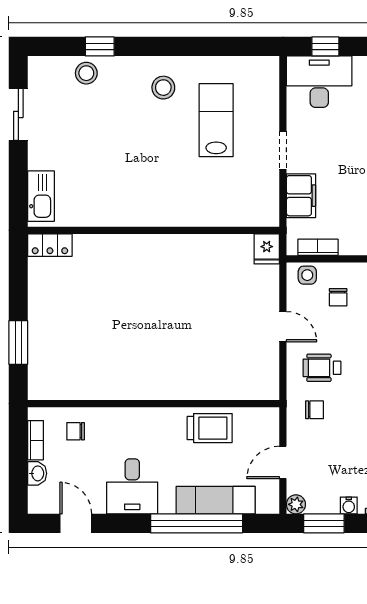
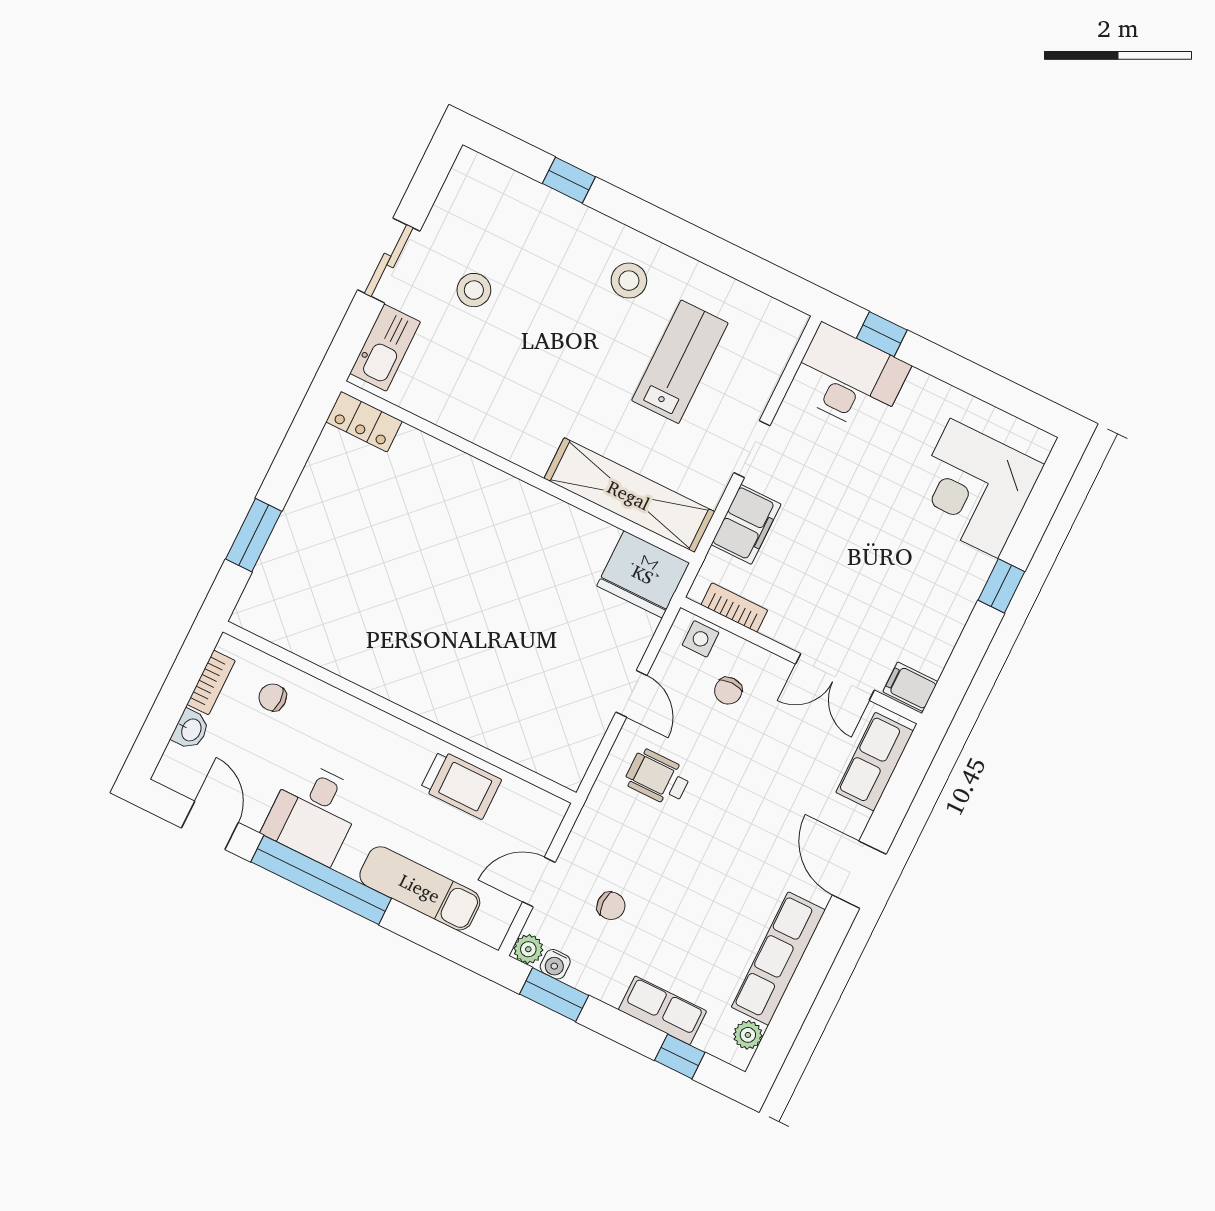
stool: (86, 73) -> (474, 290), moved
sliding door: (18, 114) -> (389, 261), moved
shelving: (225, 212) -> (629, 495), added
fridge: (267, 249) -> (643, 574), width x1.88, depth x1.34
chair: (315, 410) -> (611, 906), moved
water cooler: (349, 505) -> (555, 964), moved
window: (197, 523) -> (321, 880), moved

